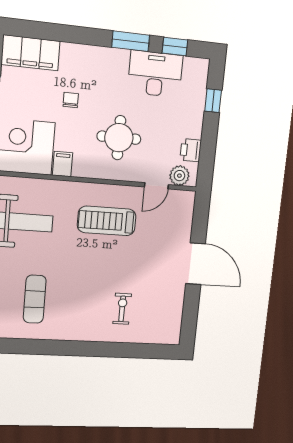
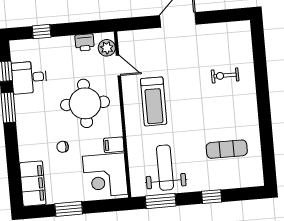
desk: (155, 74) -> (29, 77), width x0.73
round table: (119, 138) -> (85, 103), width x1.36, depth x1.36

